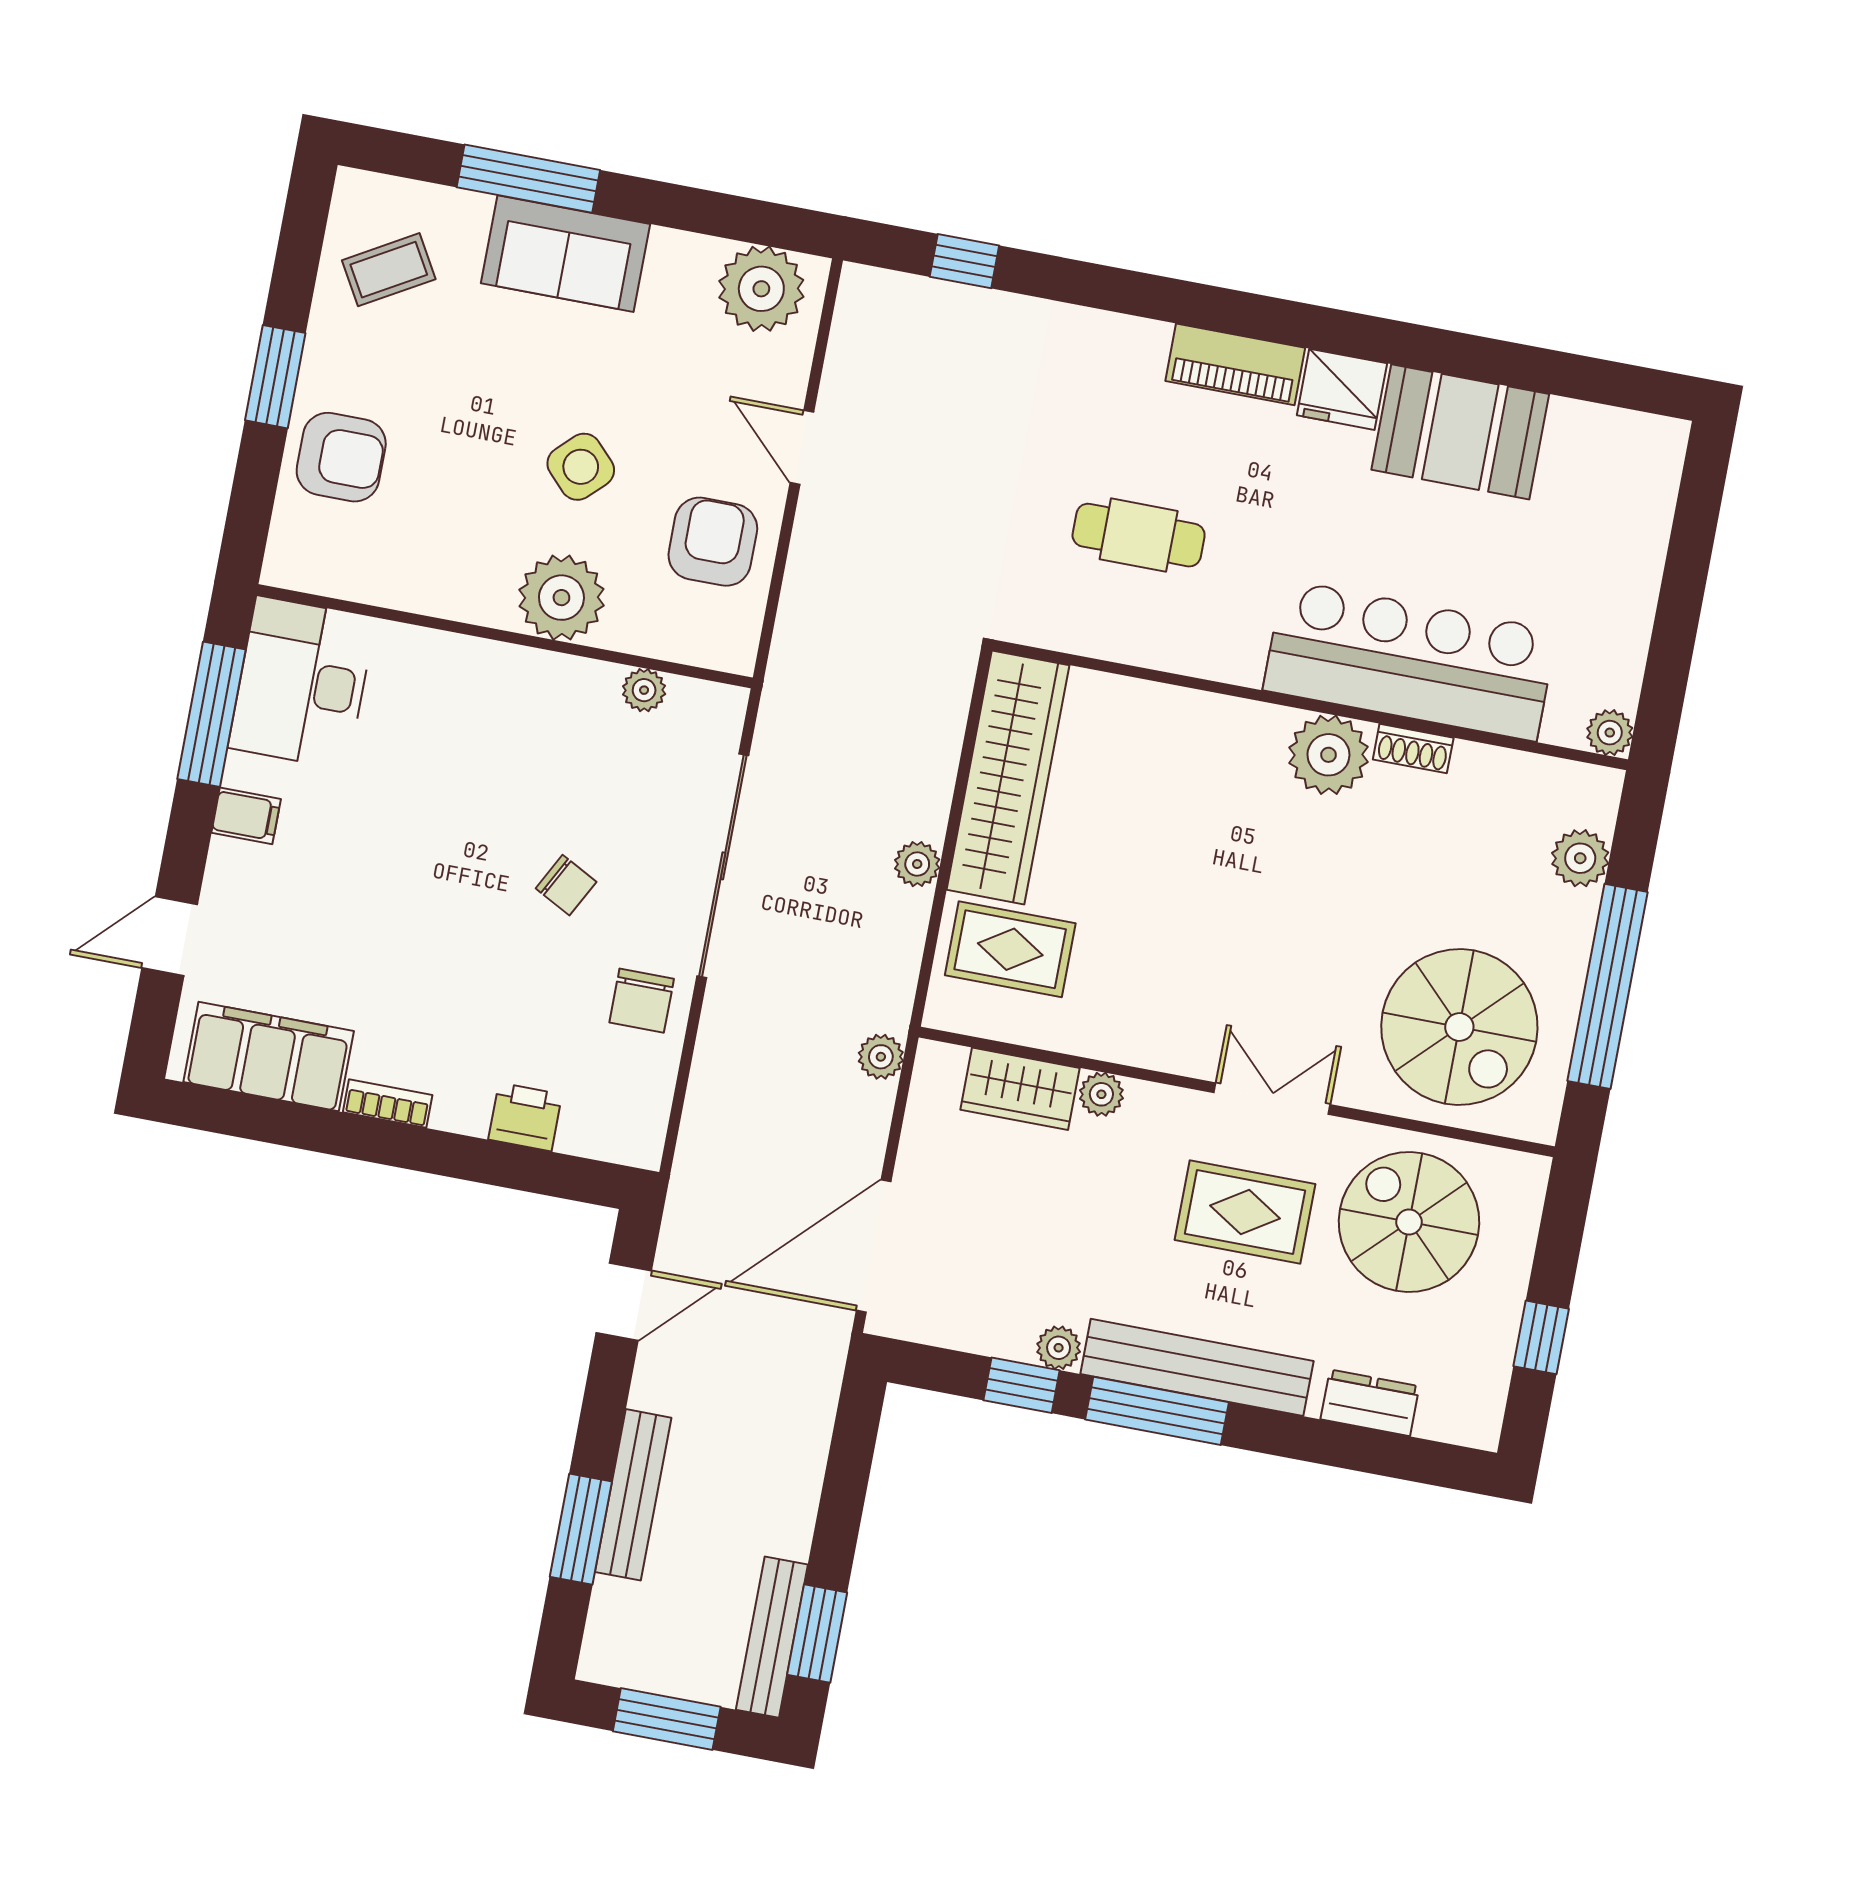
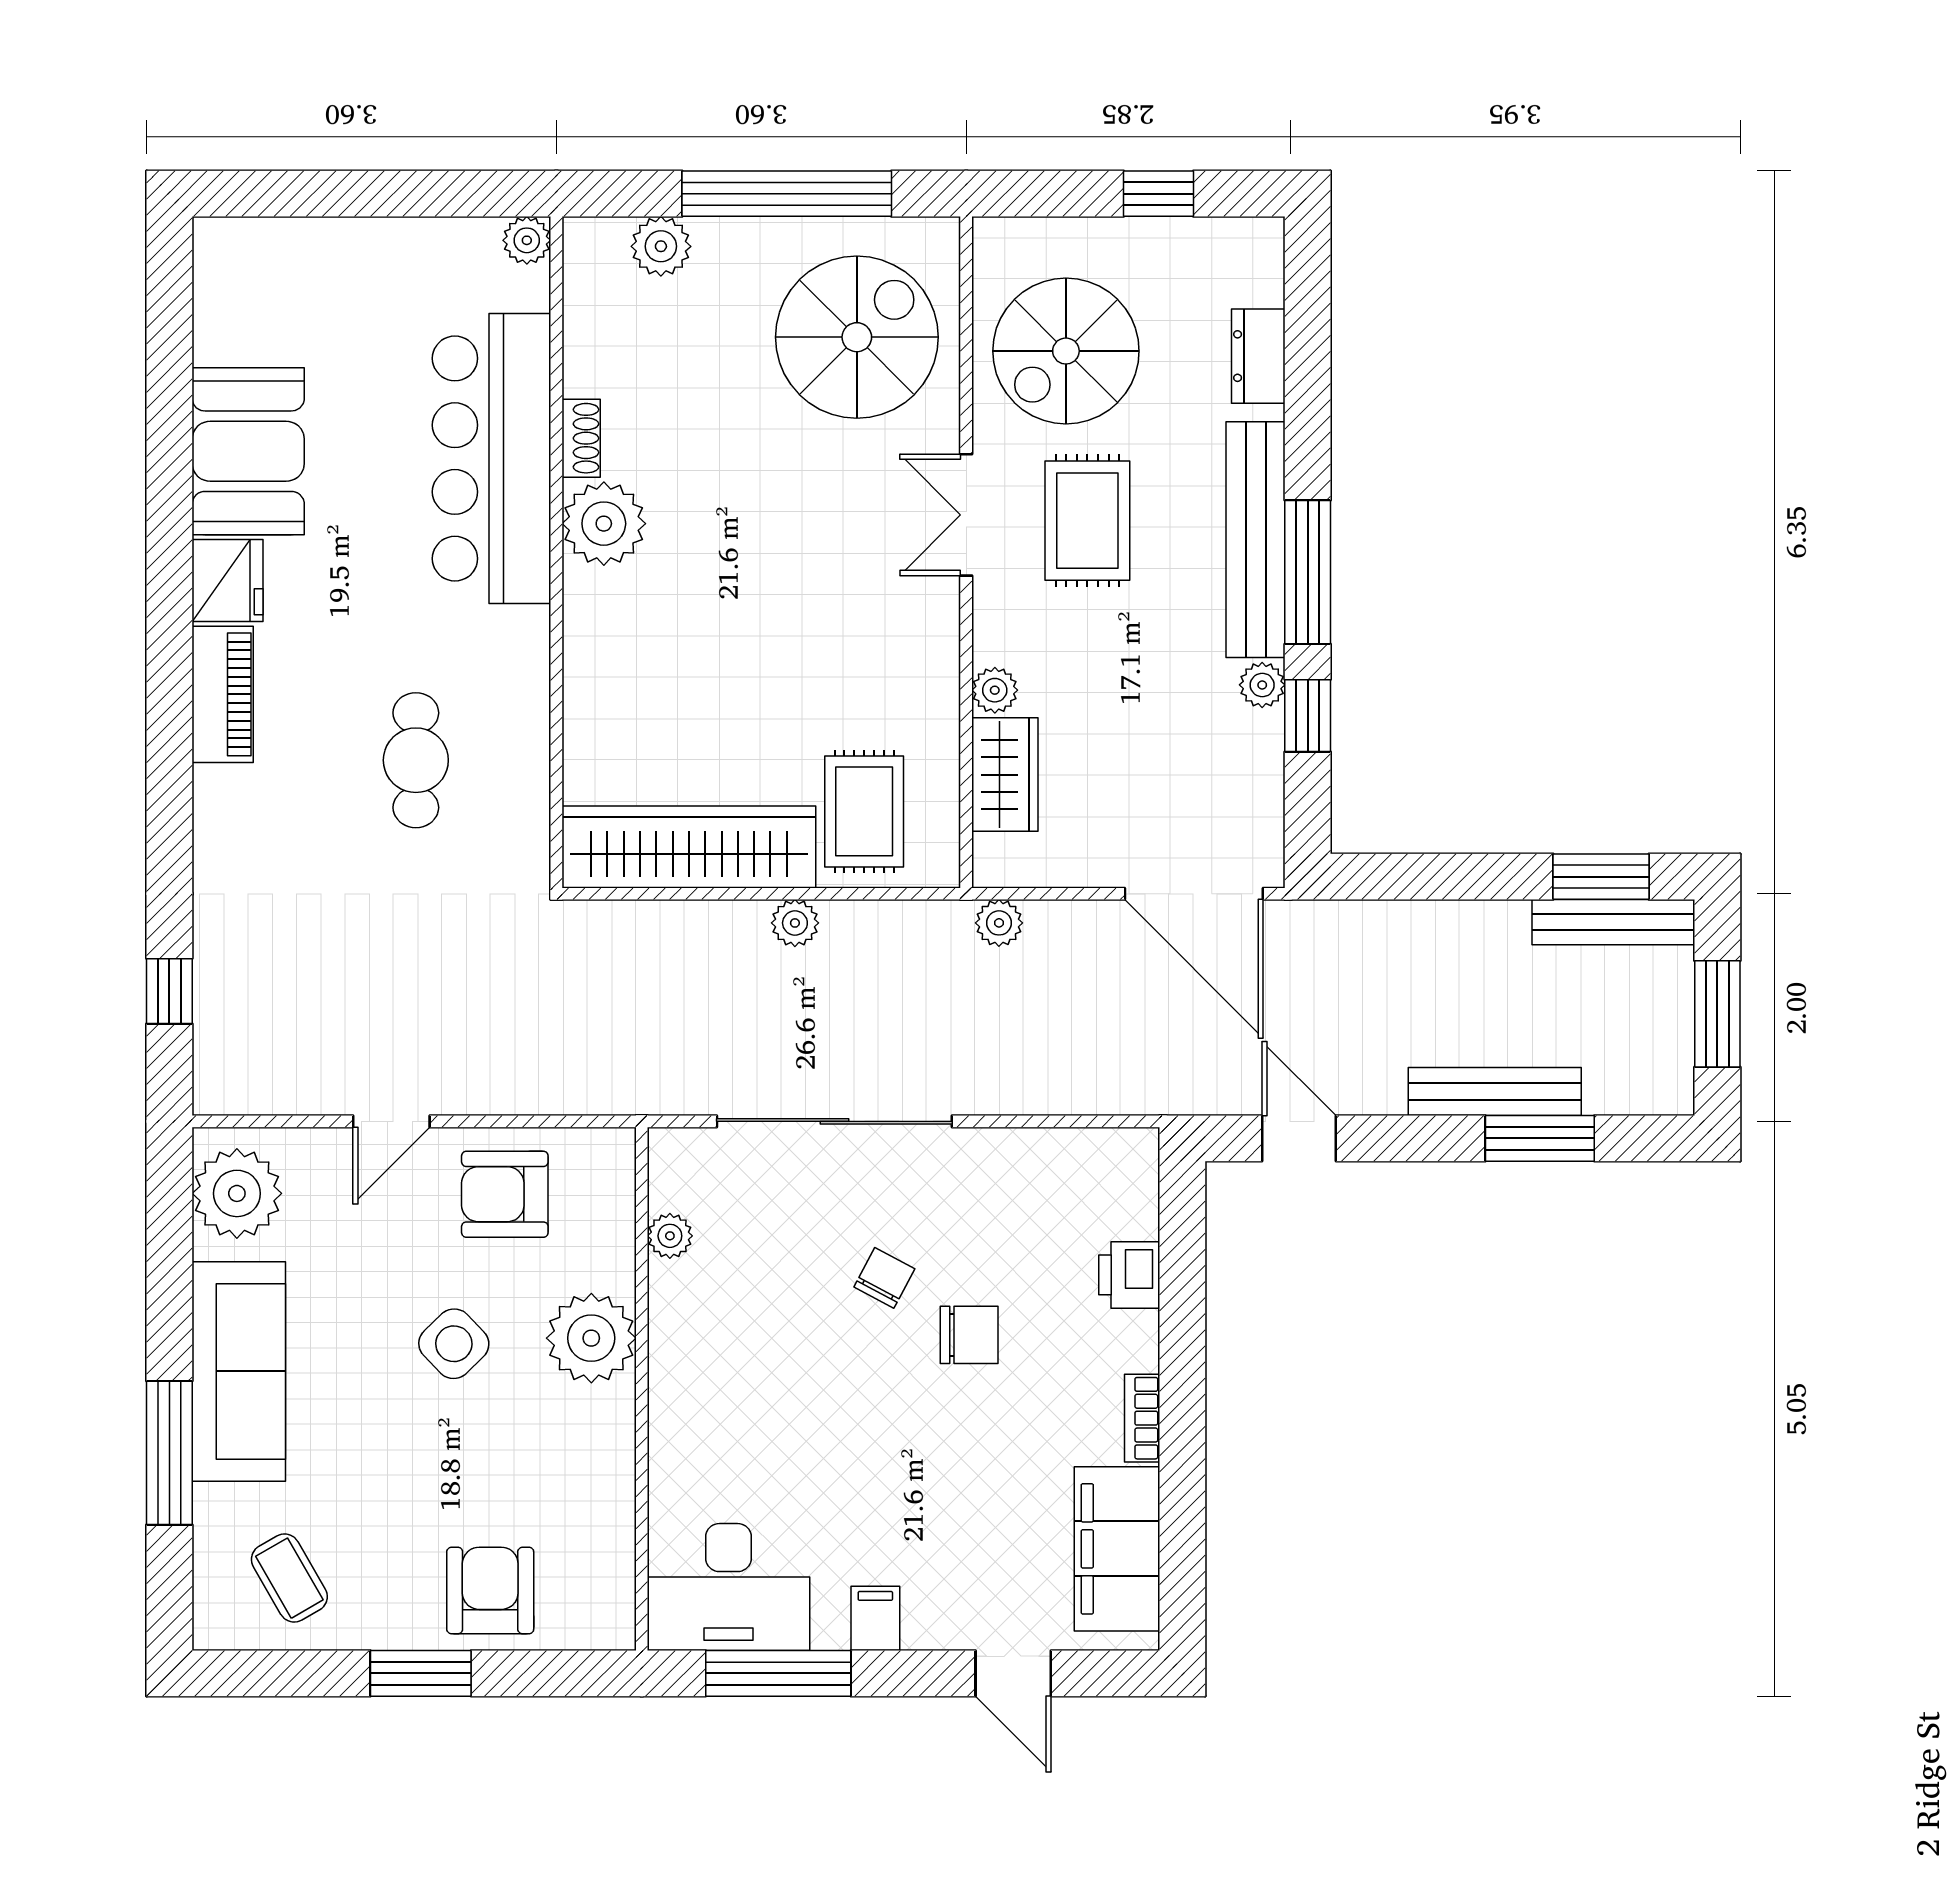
sofa: (565, 254) -> (239, 1371), width x1.36
chair: (642, 1001) -> (969, 1335), moved

